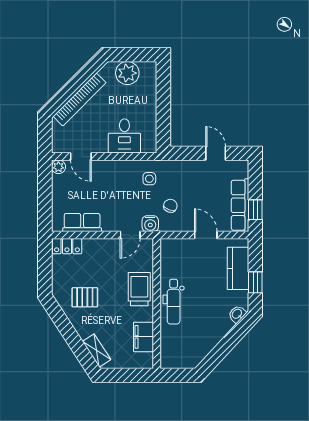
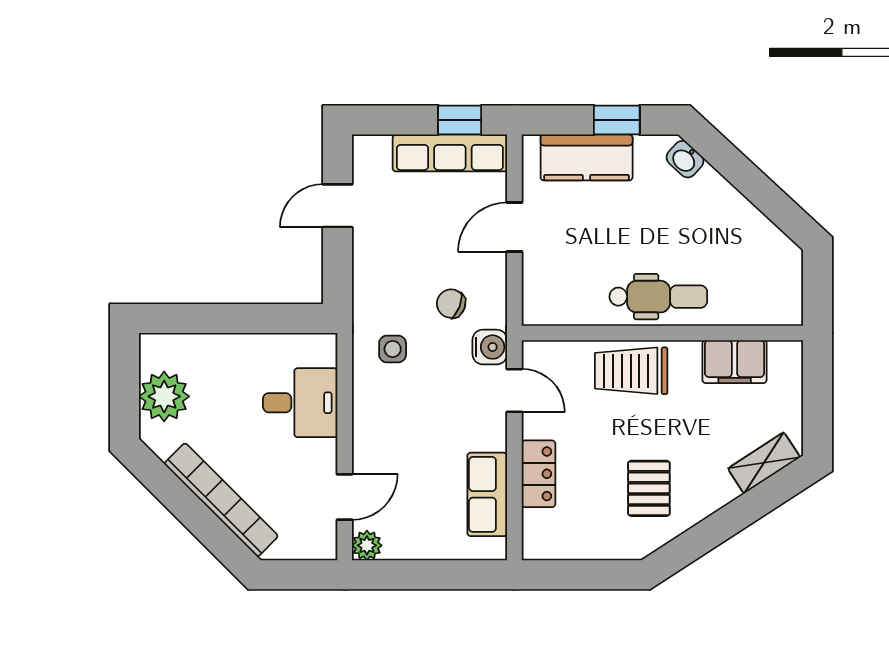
locker: (67, 246) -> (538, 474), moved

